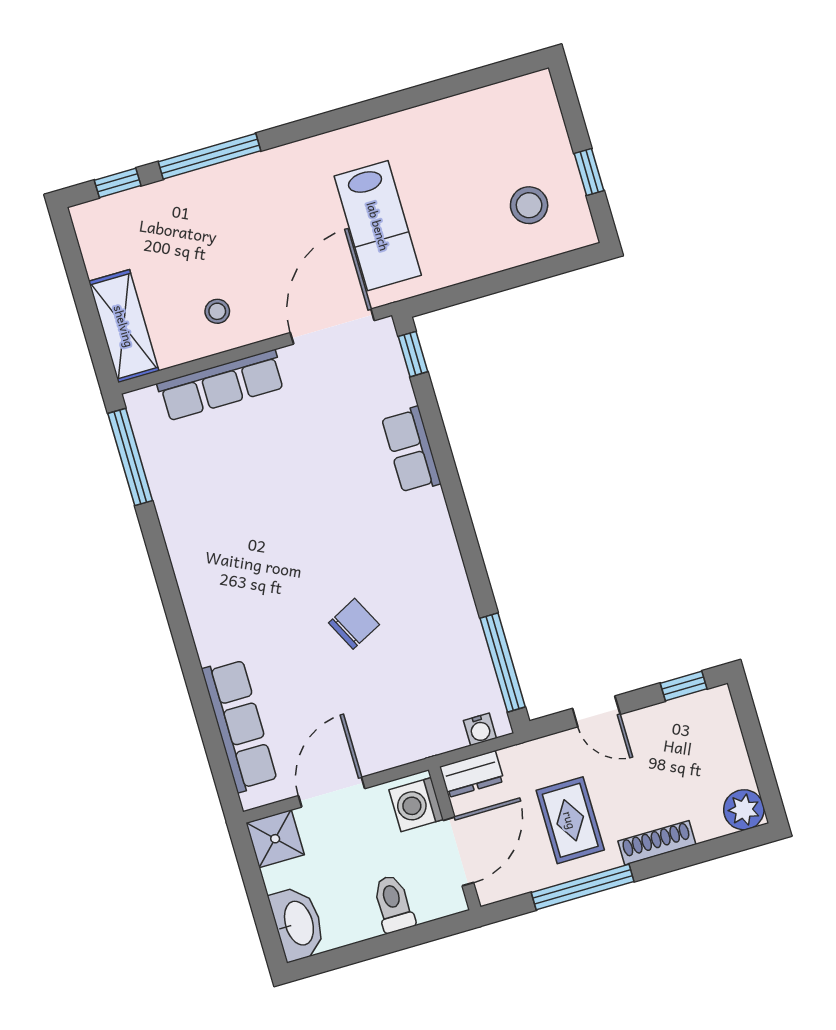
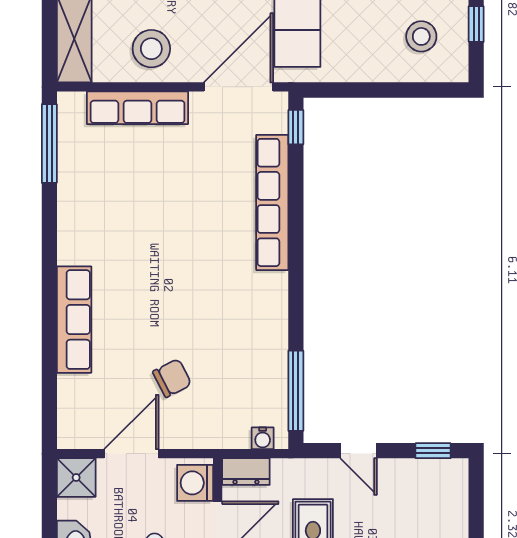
stool: (217, 311) -> (151, 49), width x1.89, depth x1.89
row of seats: (411, 450) -> (272, 202), width x2.02
chair: (354, 624) -> (172, 378), moved
row of seats: (239, 725) -> (74, 320), moved

